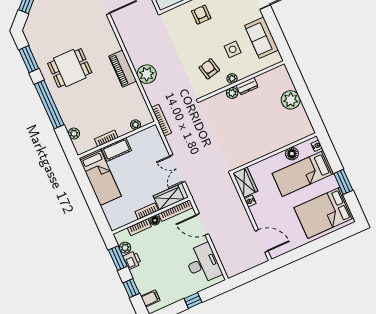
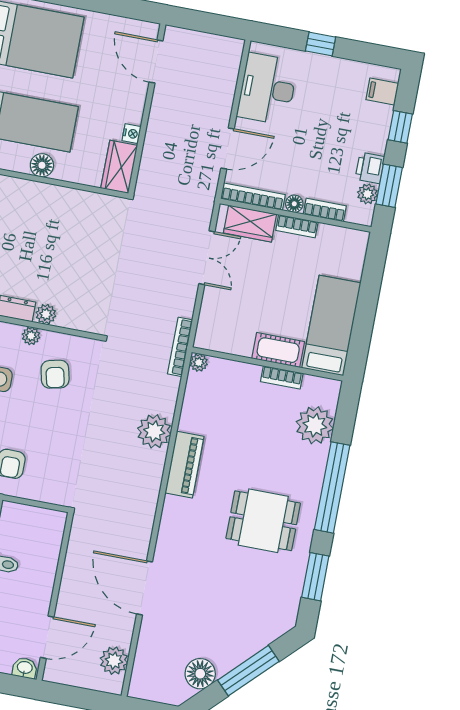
plant: (136, 125) -> (199, 363), moved
plant: (74, 134) -> (315, 425), width x1.87, depth x1.87
floor lamp: (292, 154) -> (42, 165), moved
door: (202, 224) -> (228, 149), hinge flipped

